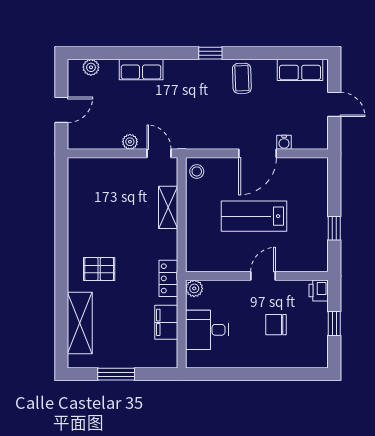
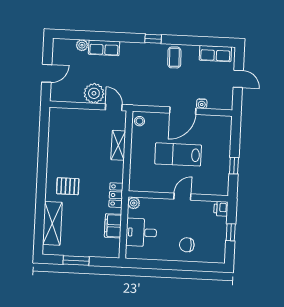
plant: (91, 67) -> (82, 45), moved
plant: (130, 142) -> (94, 93), width x1.88, depth x1.88
chair: (276, 325) -> (187, 245), moved

